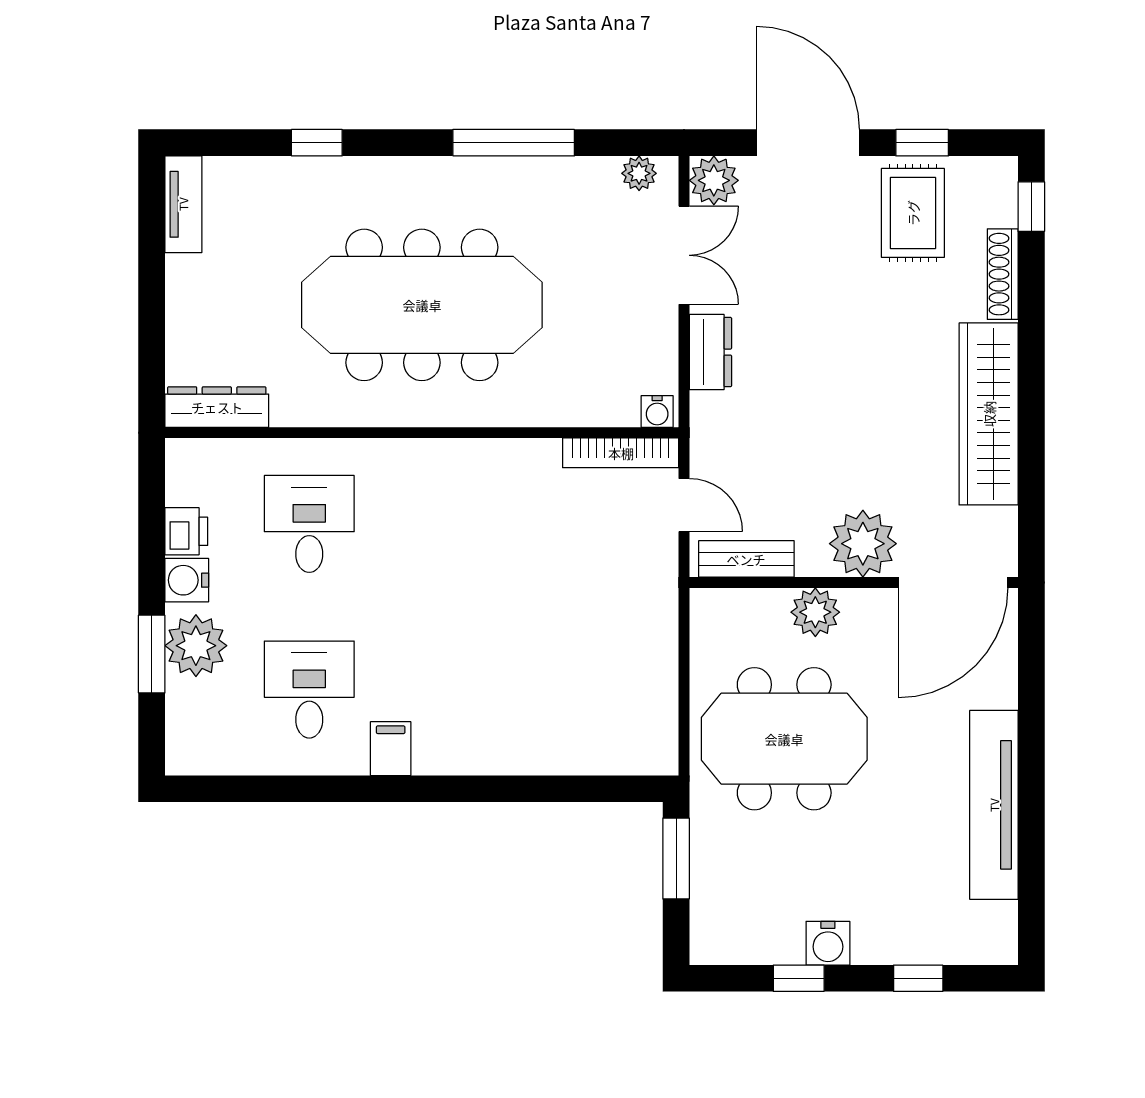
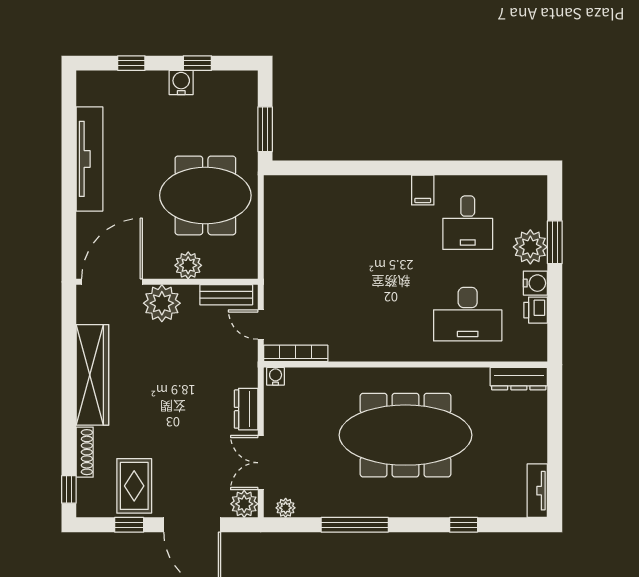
desk: (309, 524) -> (468, 314), width x1.37

